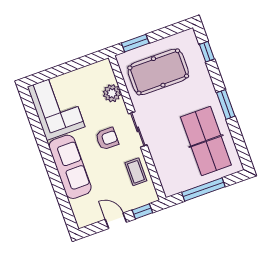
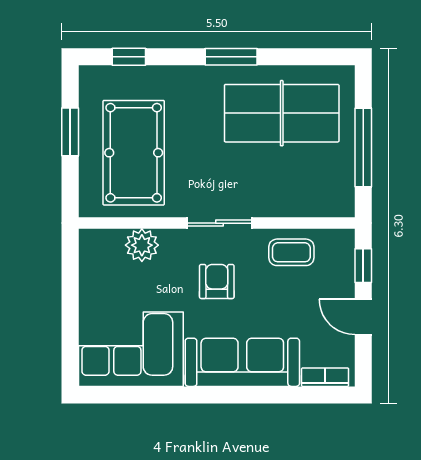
window: (135, 43) -> (70, 132), moved
bookcase: (78, 212) -> (325, 377), added
door: (116, 221) -> (363, 317), hinge flipped

